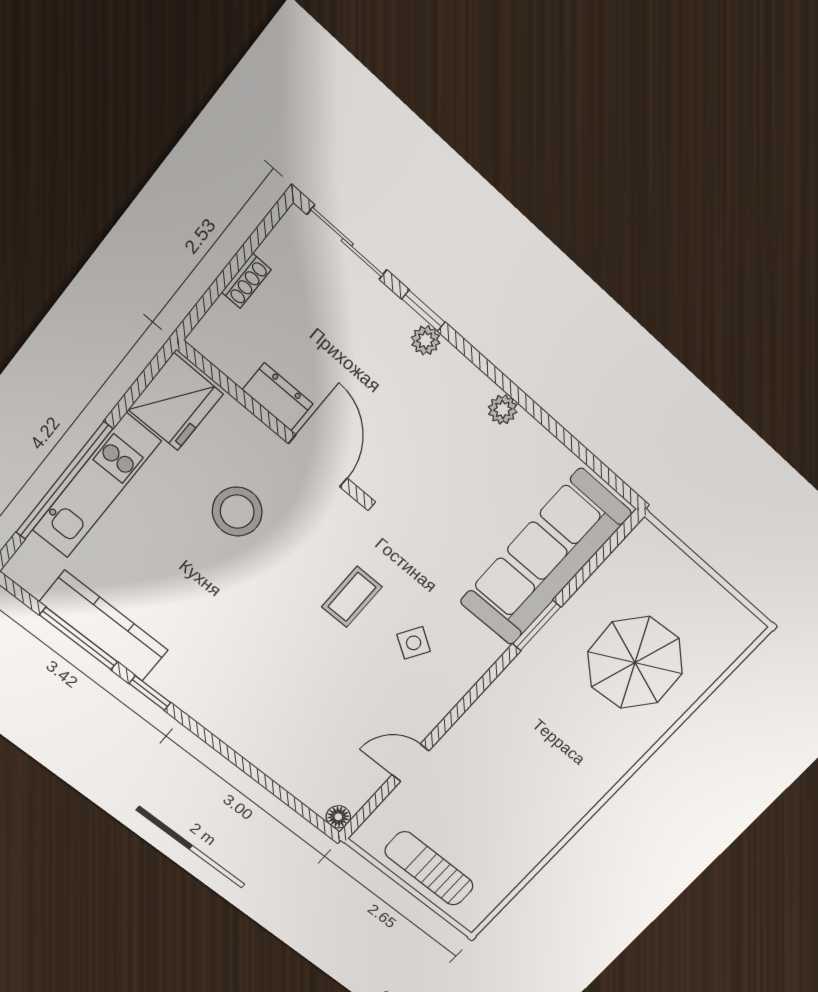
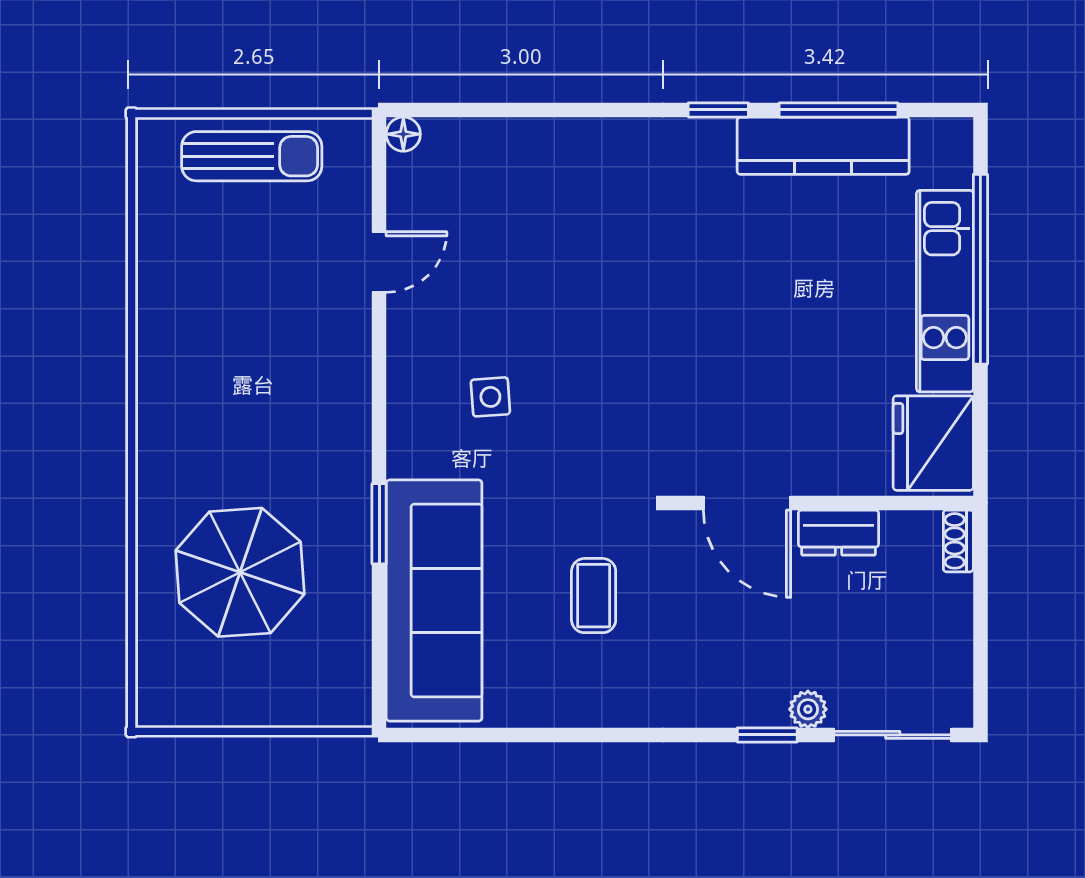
shoe rack: (246, 281) -> (958, 541), moved
plant: (426, 340) -> (808, 709), moved
plant: (503, 409) -> (609, 709), removed
stool: (237, 512) -> (785, 383), removed
coffee table: (352, 597) -> (594, 596), moved
side table: (414, 643) -> (490, 397), turned -36

